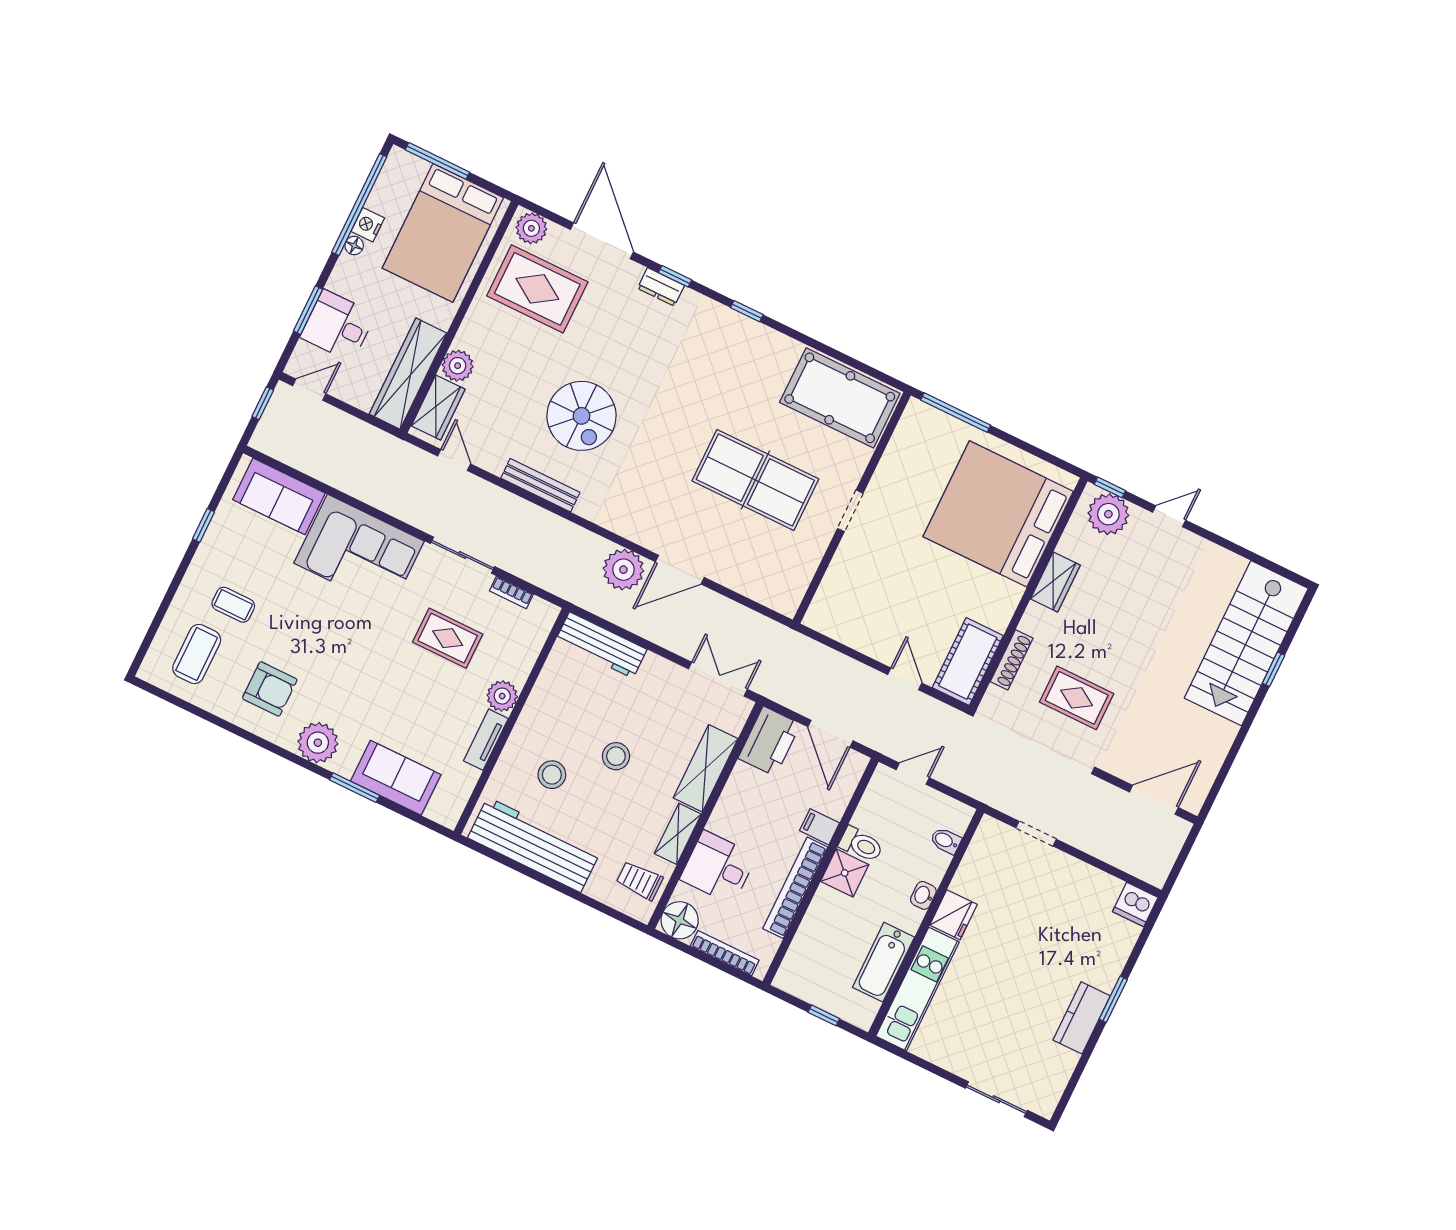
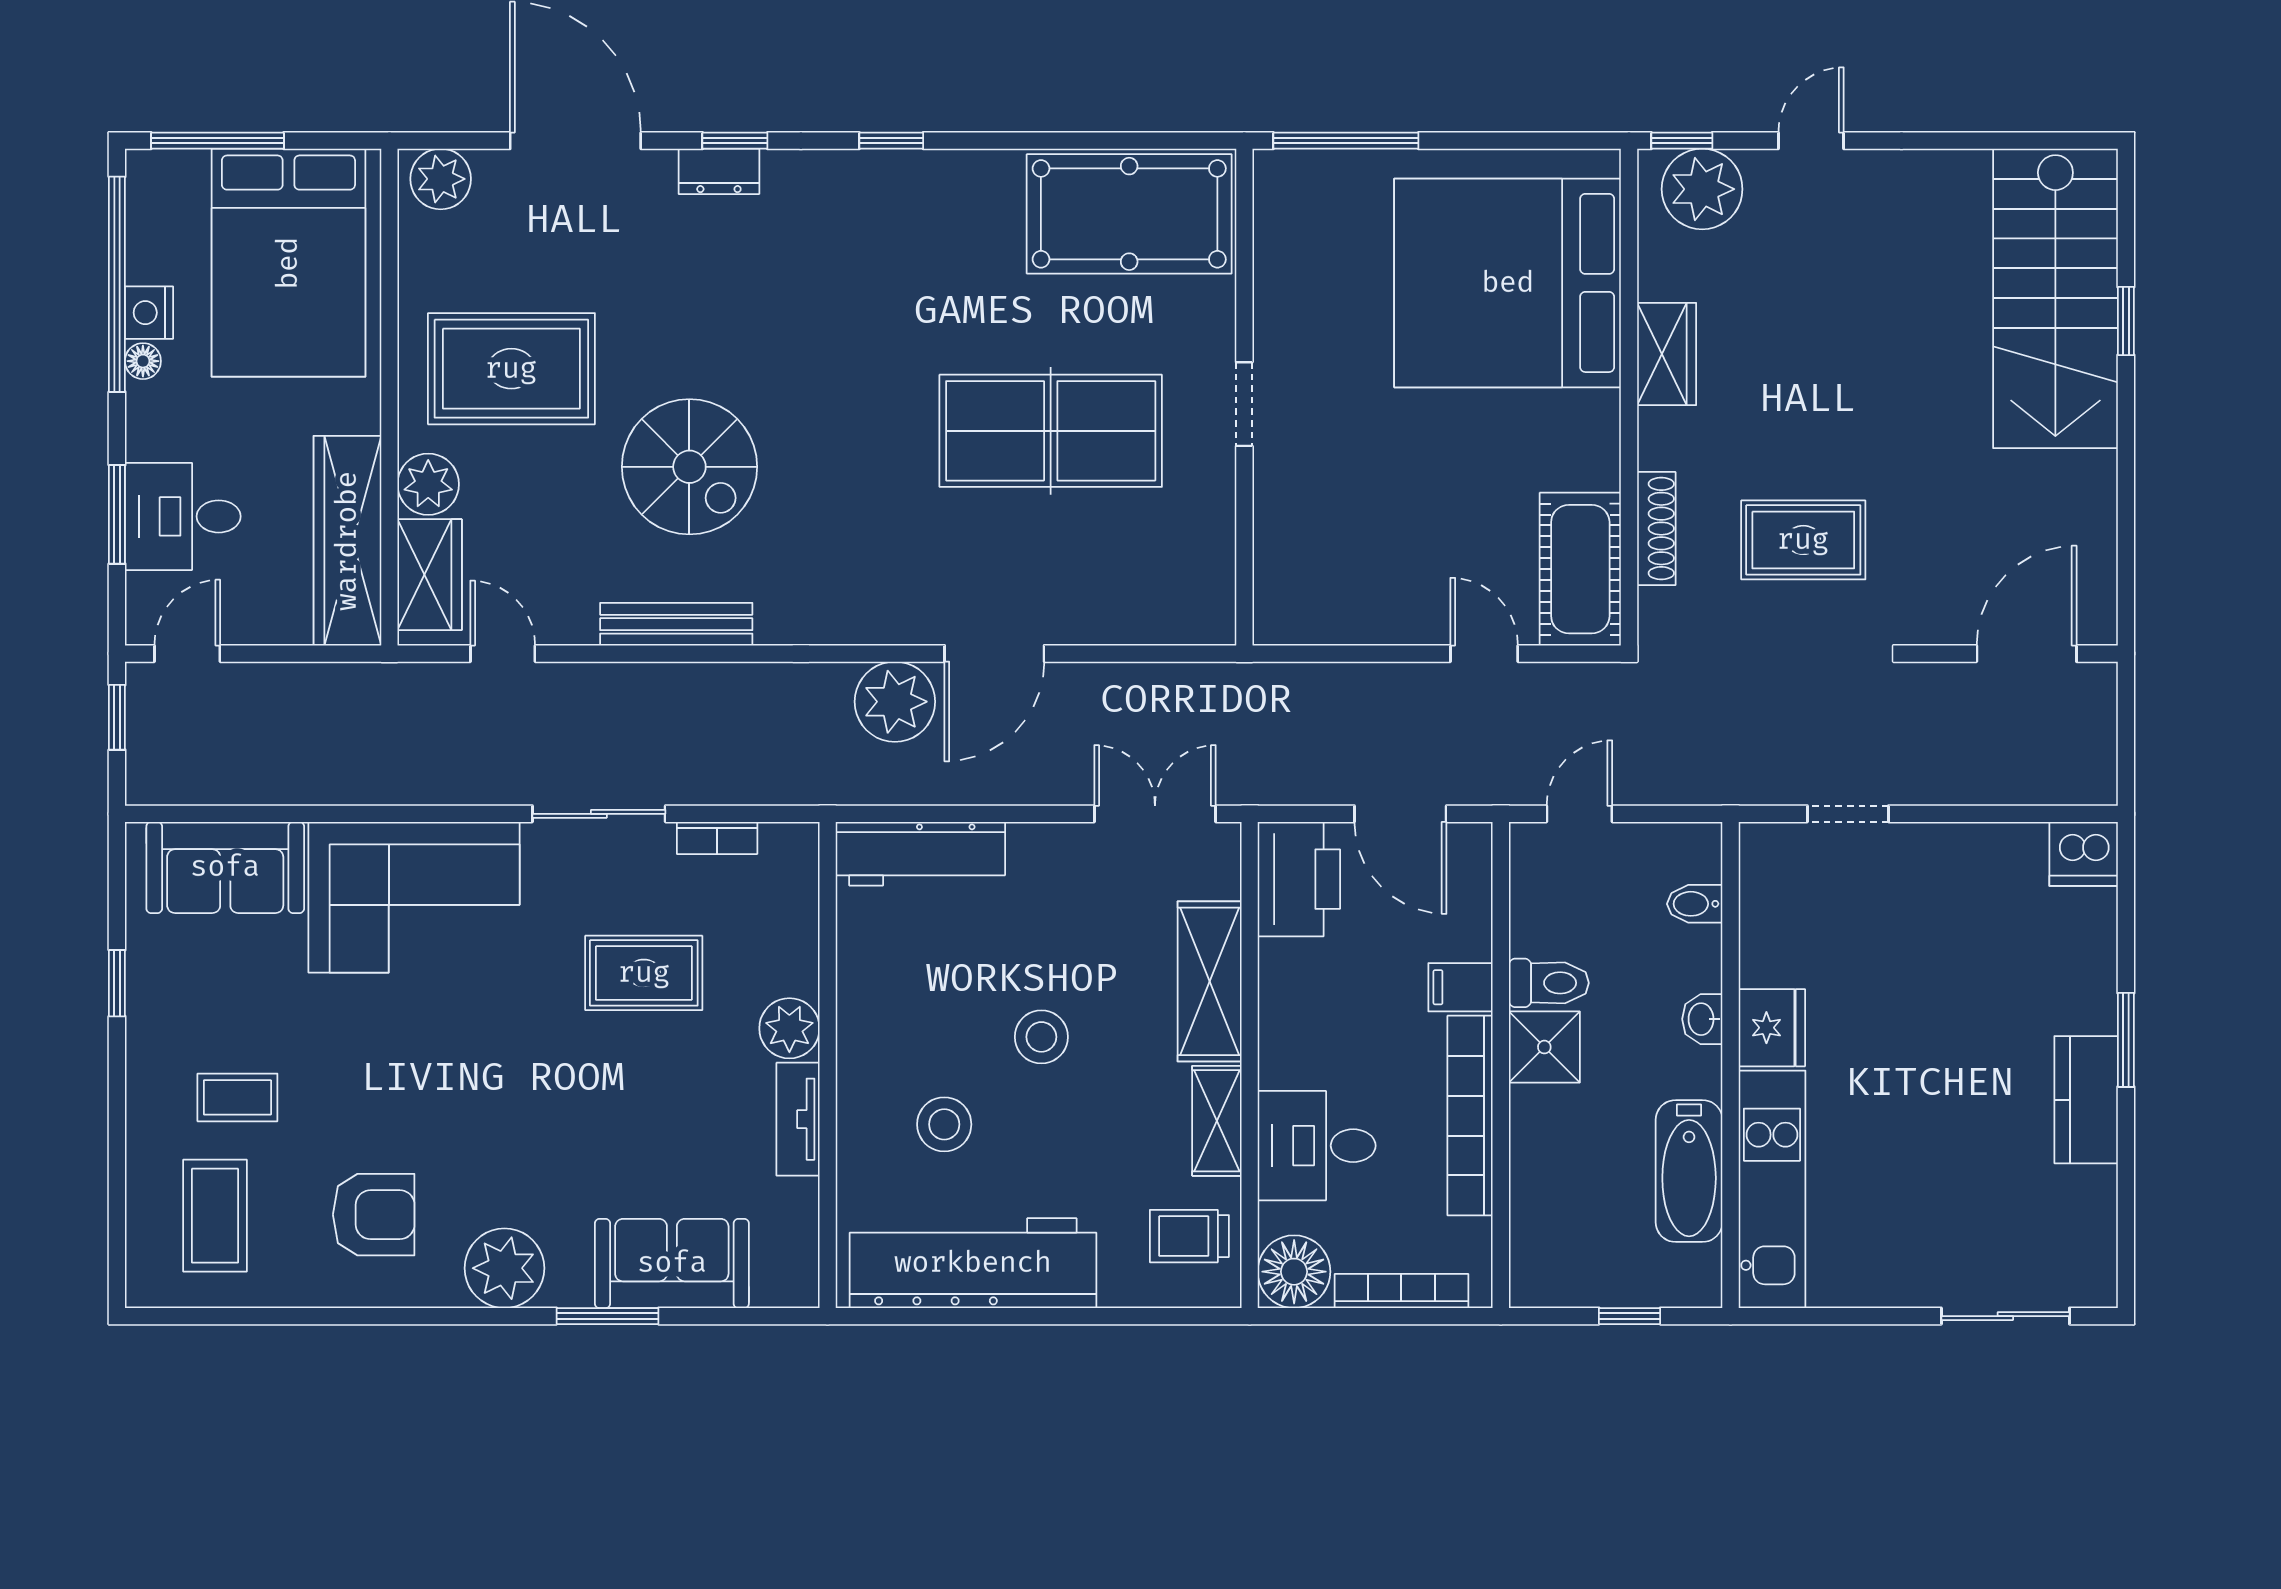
rug: (537, 289) -> (511, 369), moved

